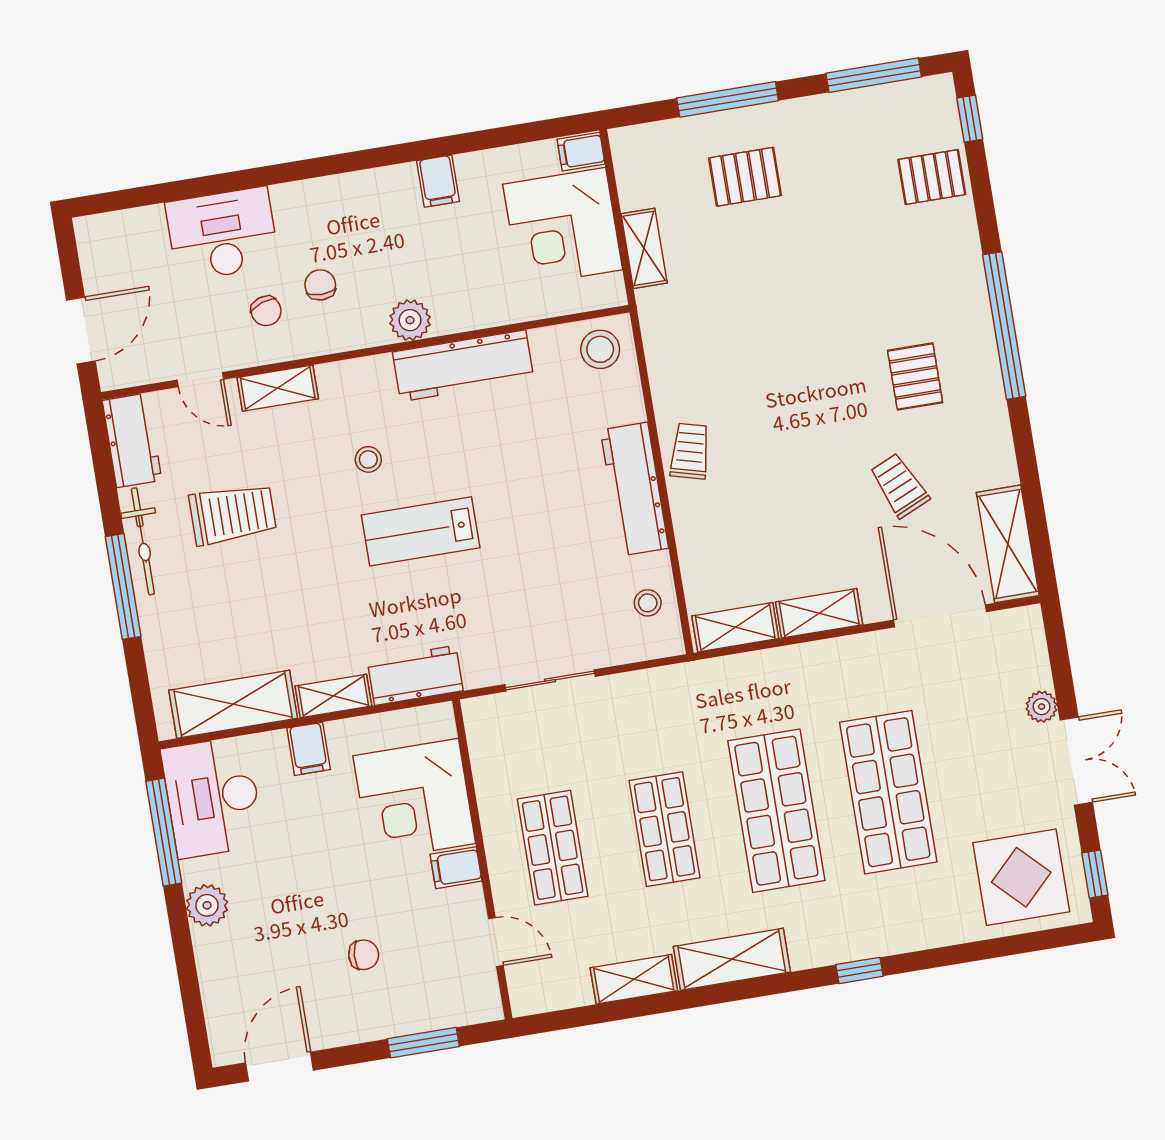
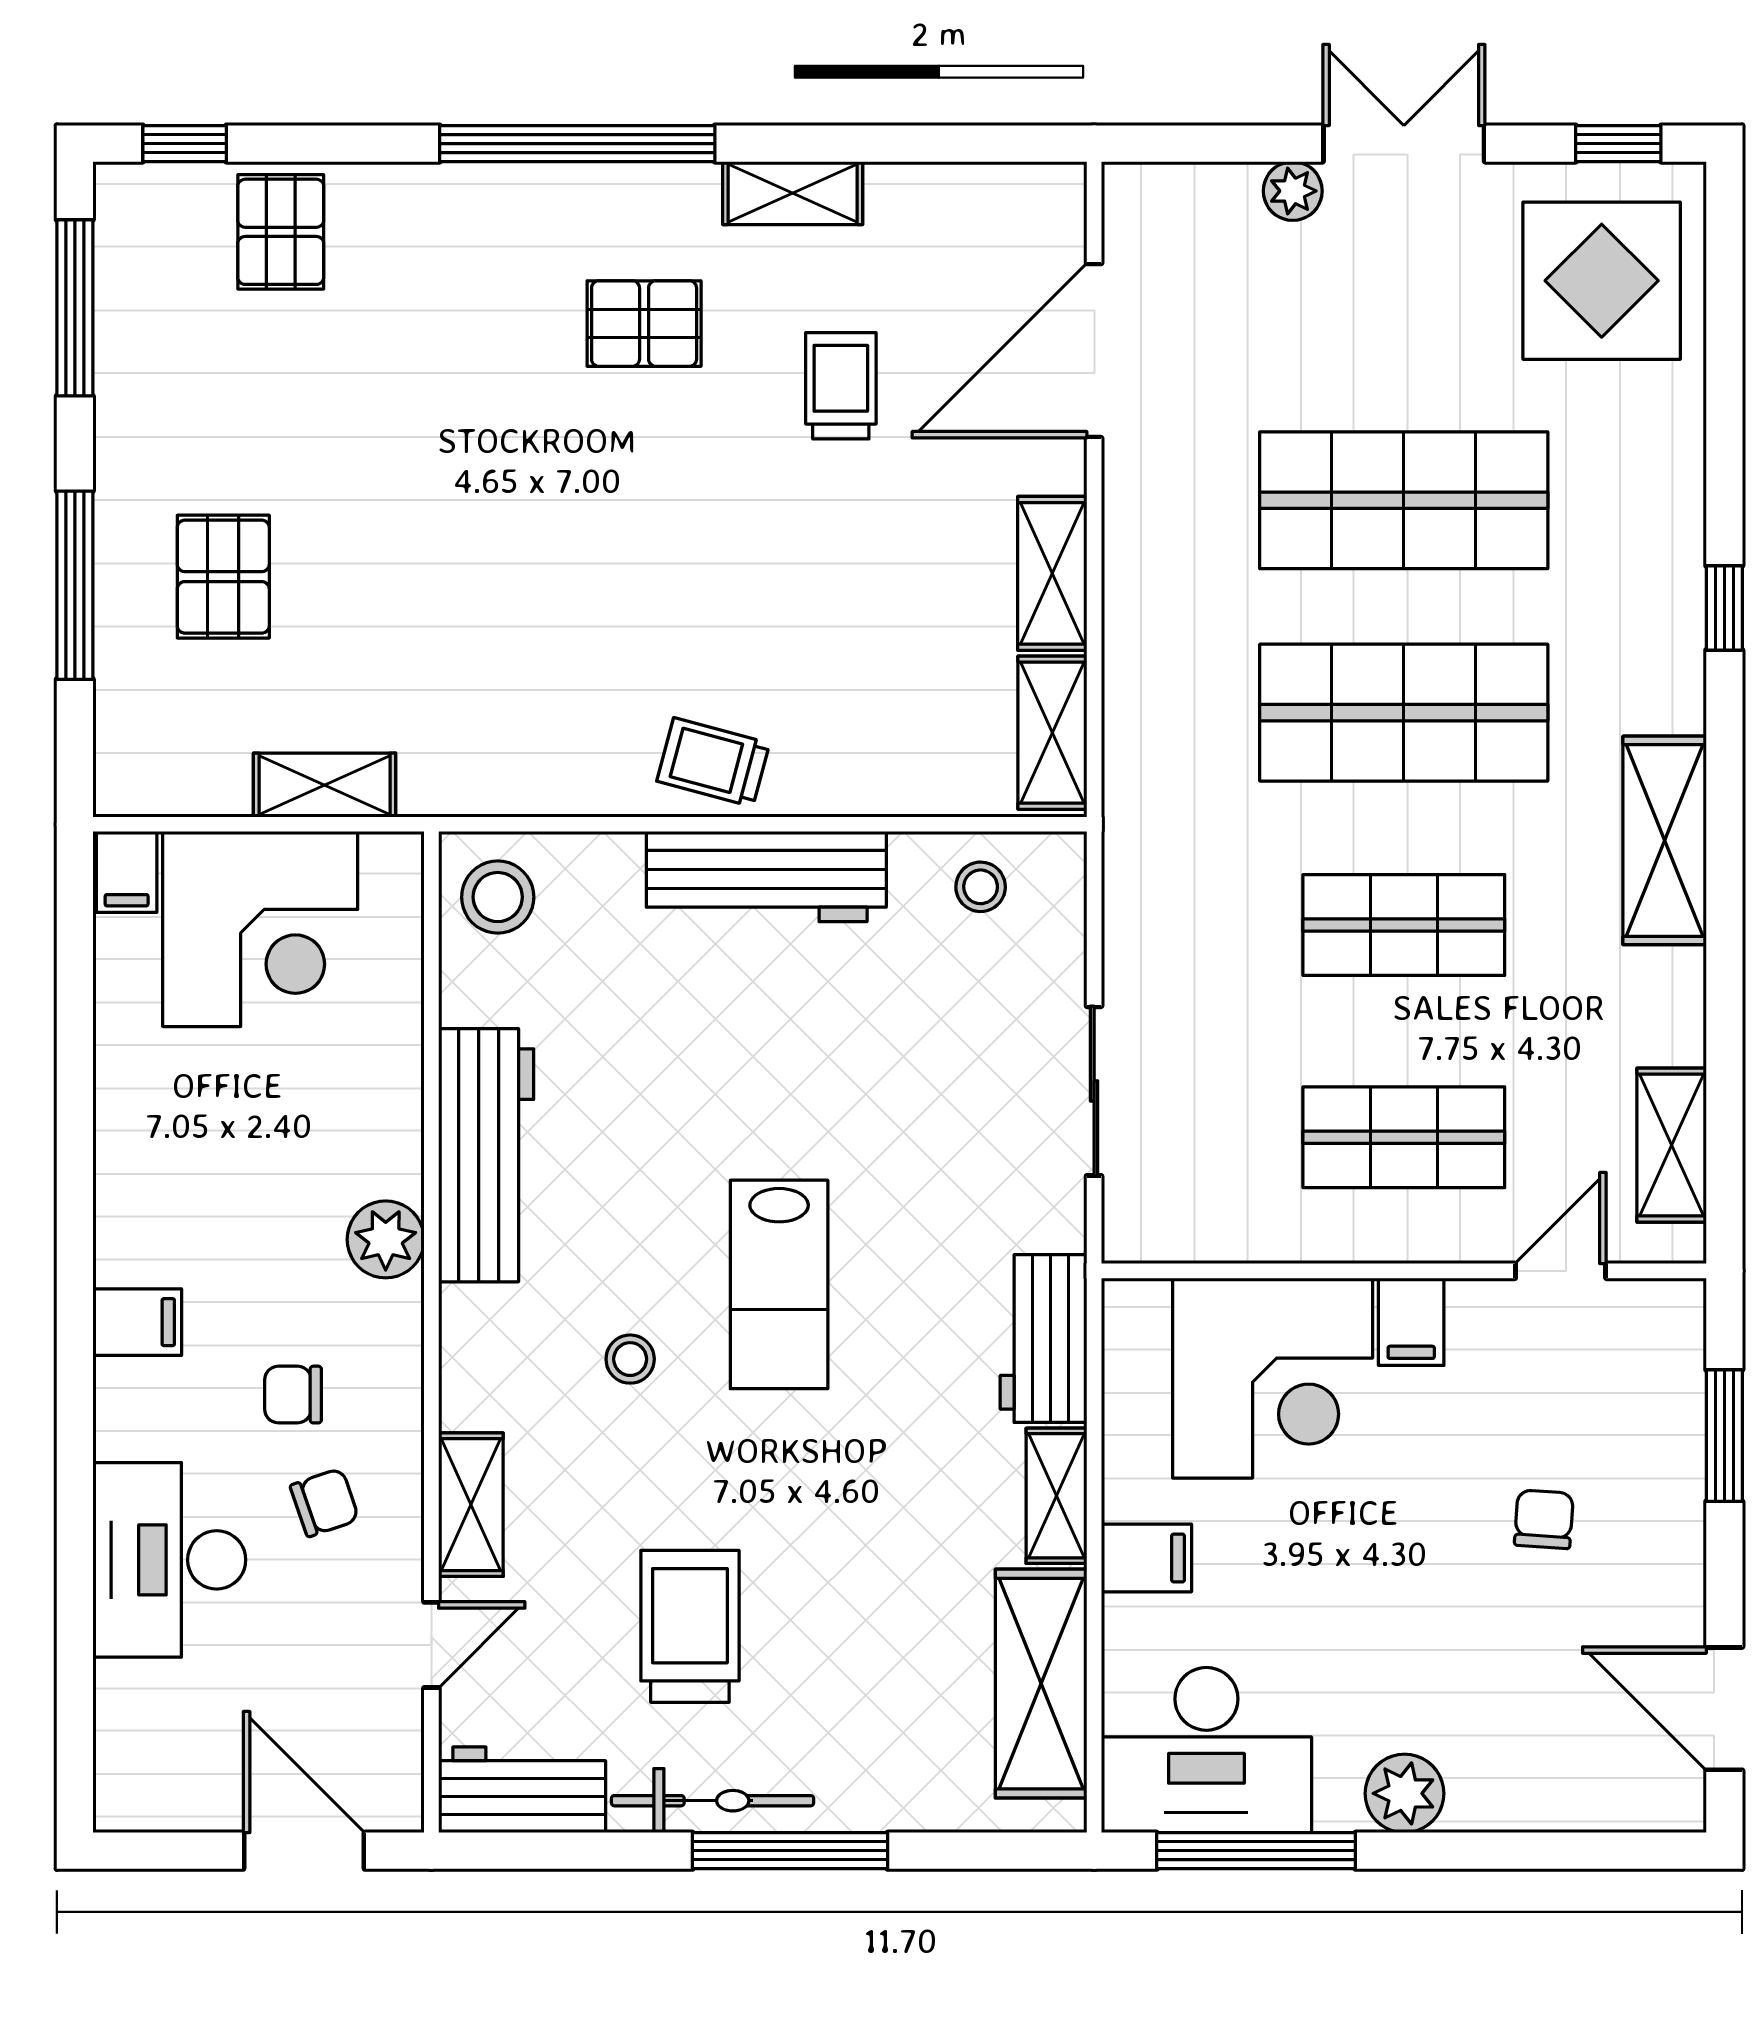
filing cabinet: (438, 181) -> (137, 1322), moved
trolley: (899, 486) -> (841, 386), turned 114
shelving: (1008, 544) -> (793, 193), moved, width x0.67, depth x0.75
shelving: (634, 979) -> (1672, 1145), moved

